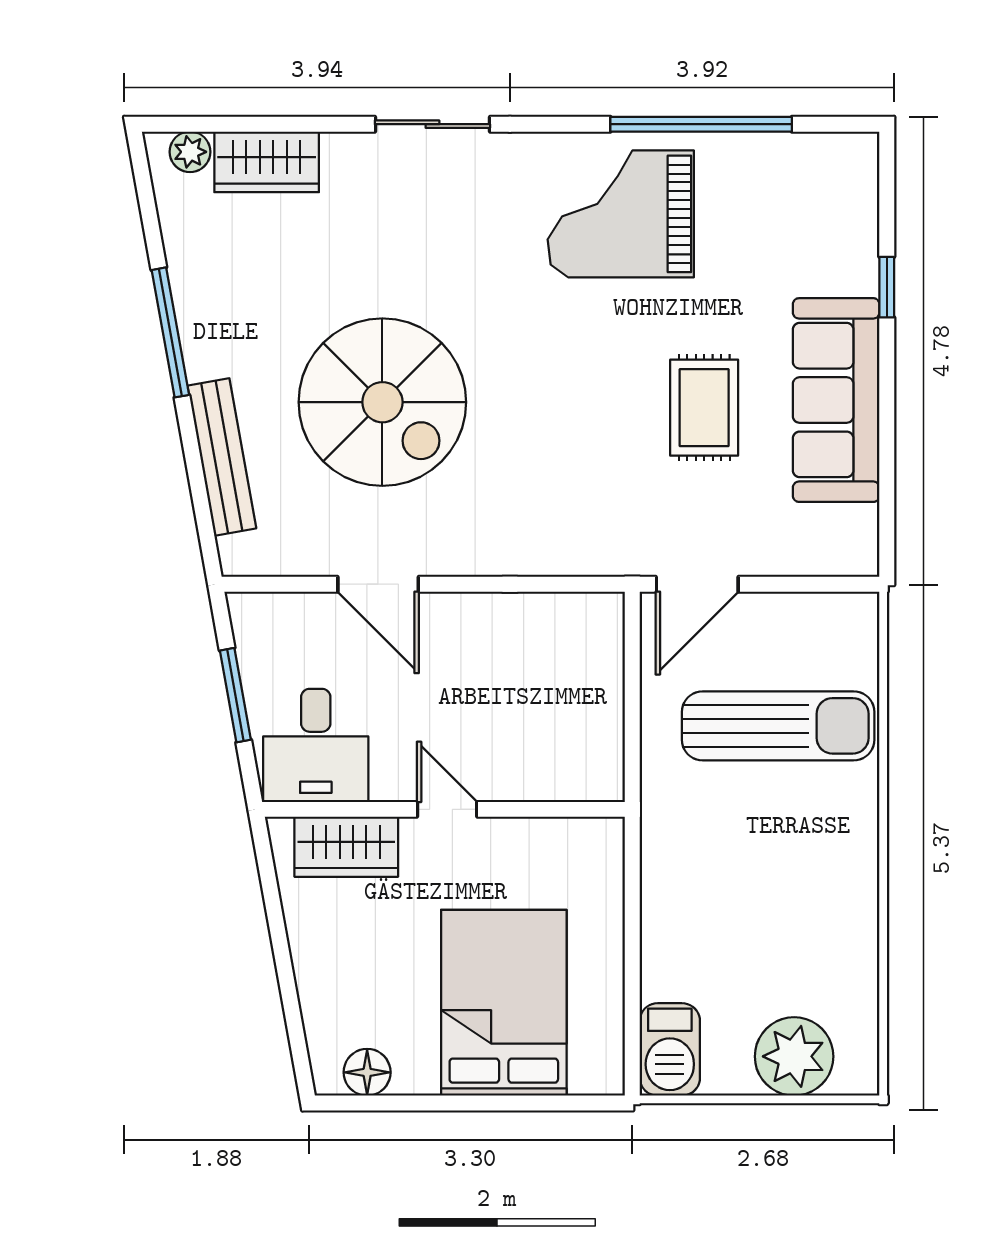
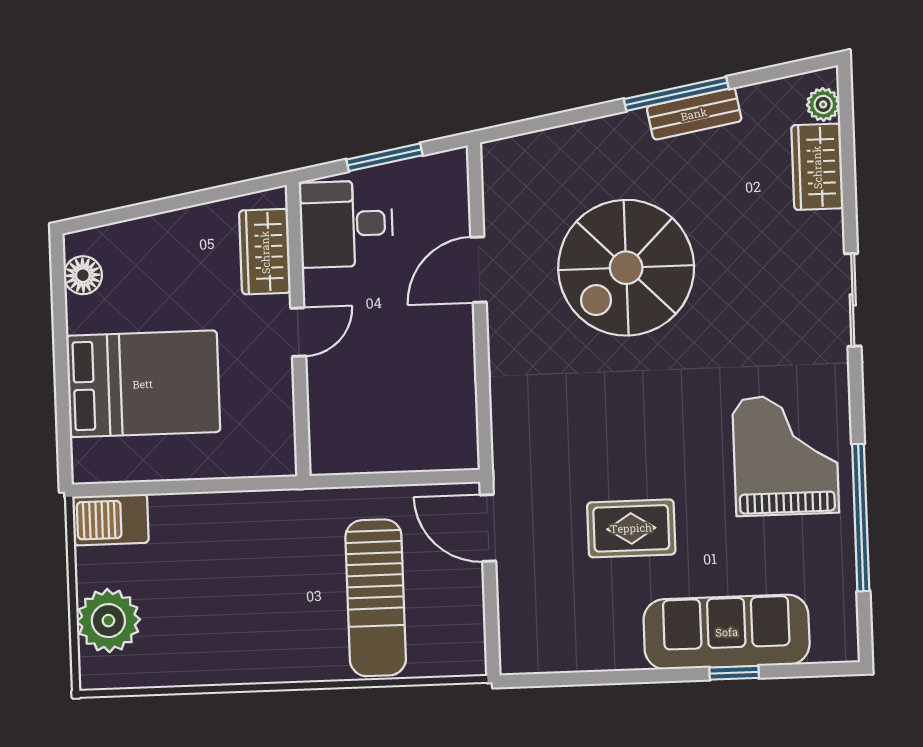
sofa: (836, 400) -> (727, 632), moved
bench: (222, 457) -> (694, 114), moved, width x0.73

